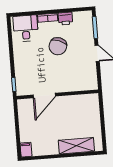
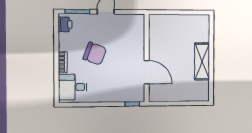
printer: (65, 19) -> (65, 24), moved
shelving: (76, 146) -> (202, 61), moved
filing cabinet: (26, 150) -> (202, 96), removed

